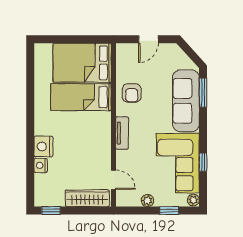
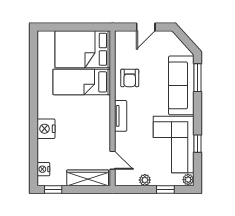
nightstand: (41, 165) -> (43, 169), moved

